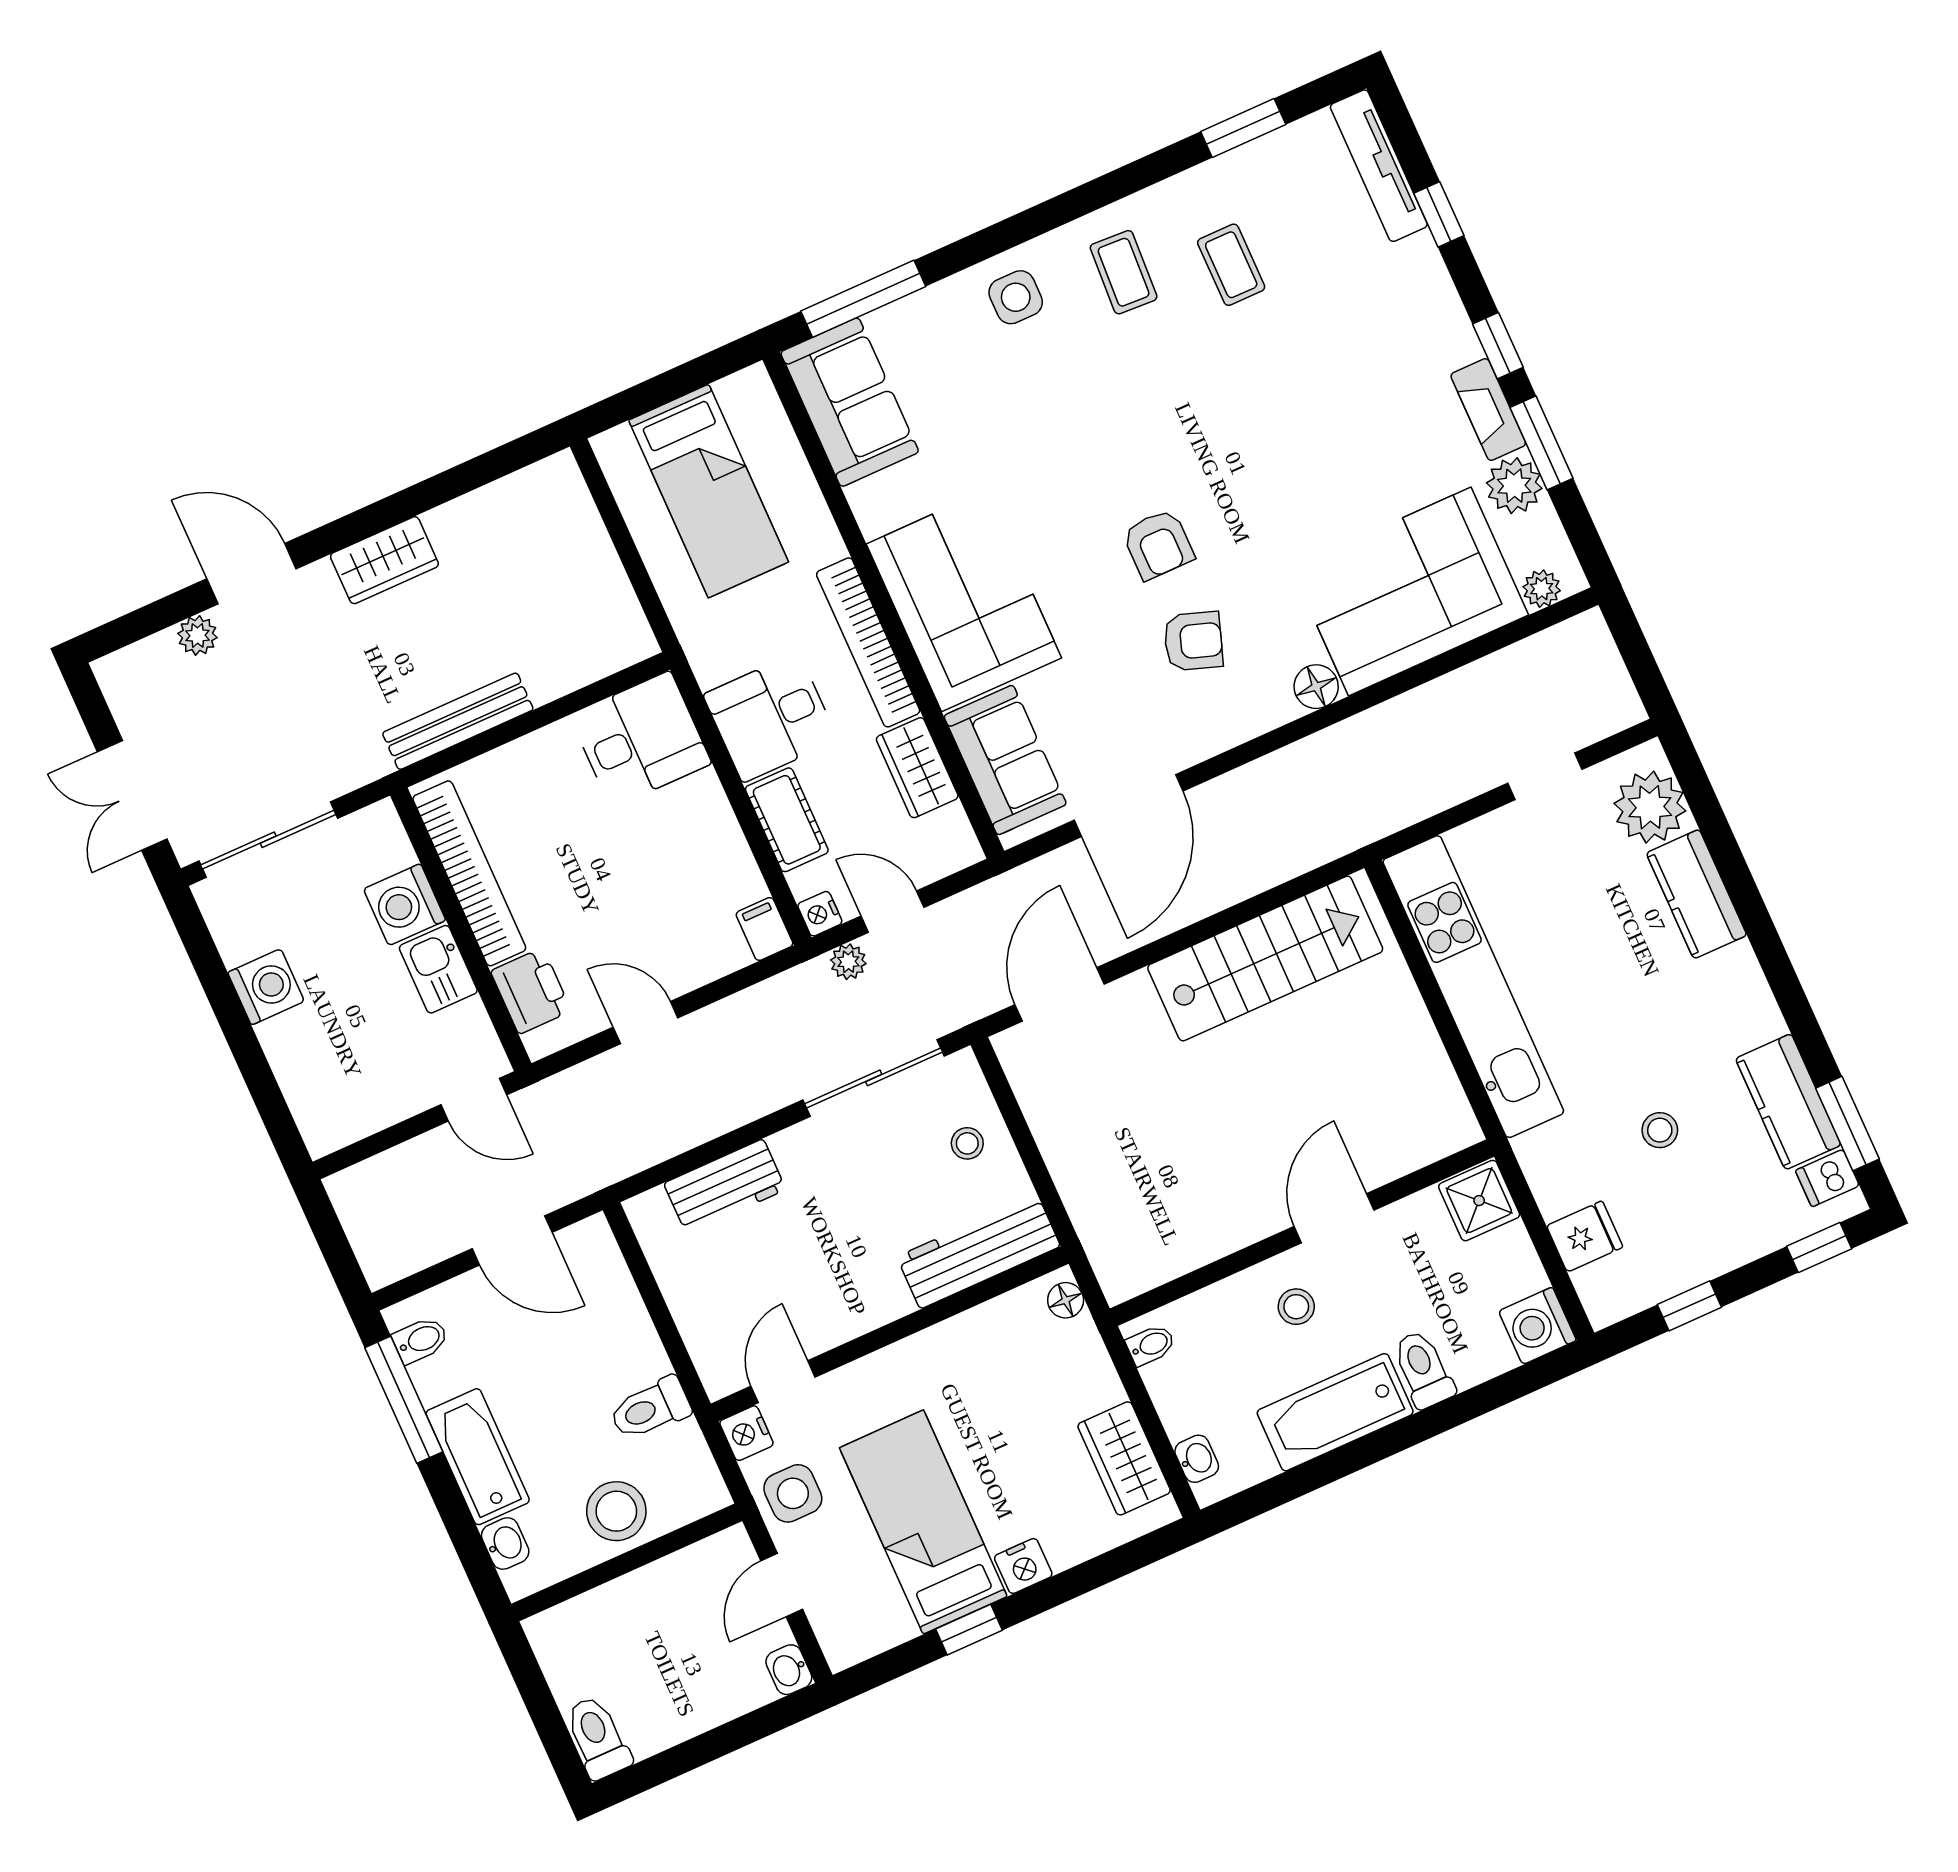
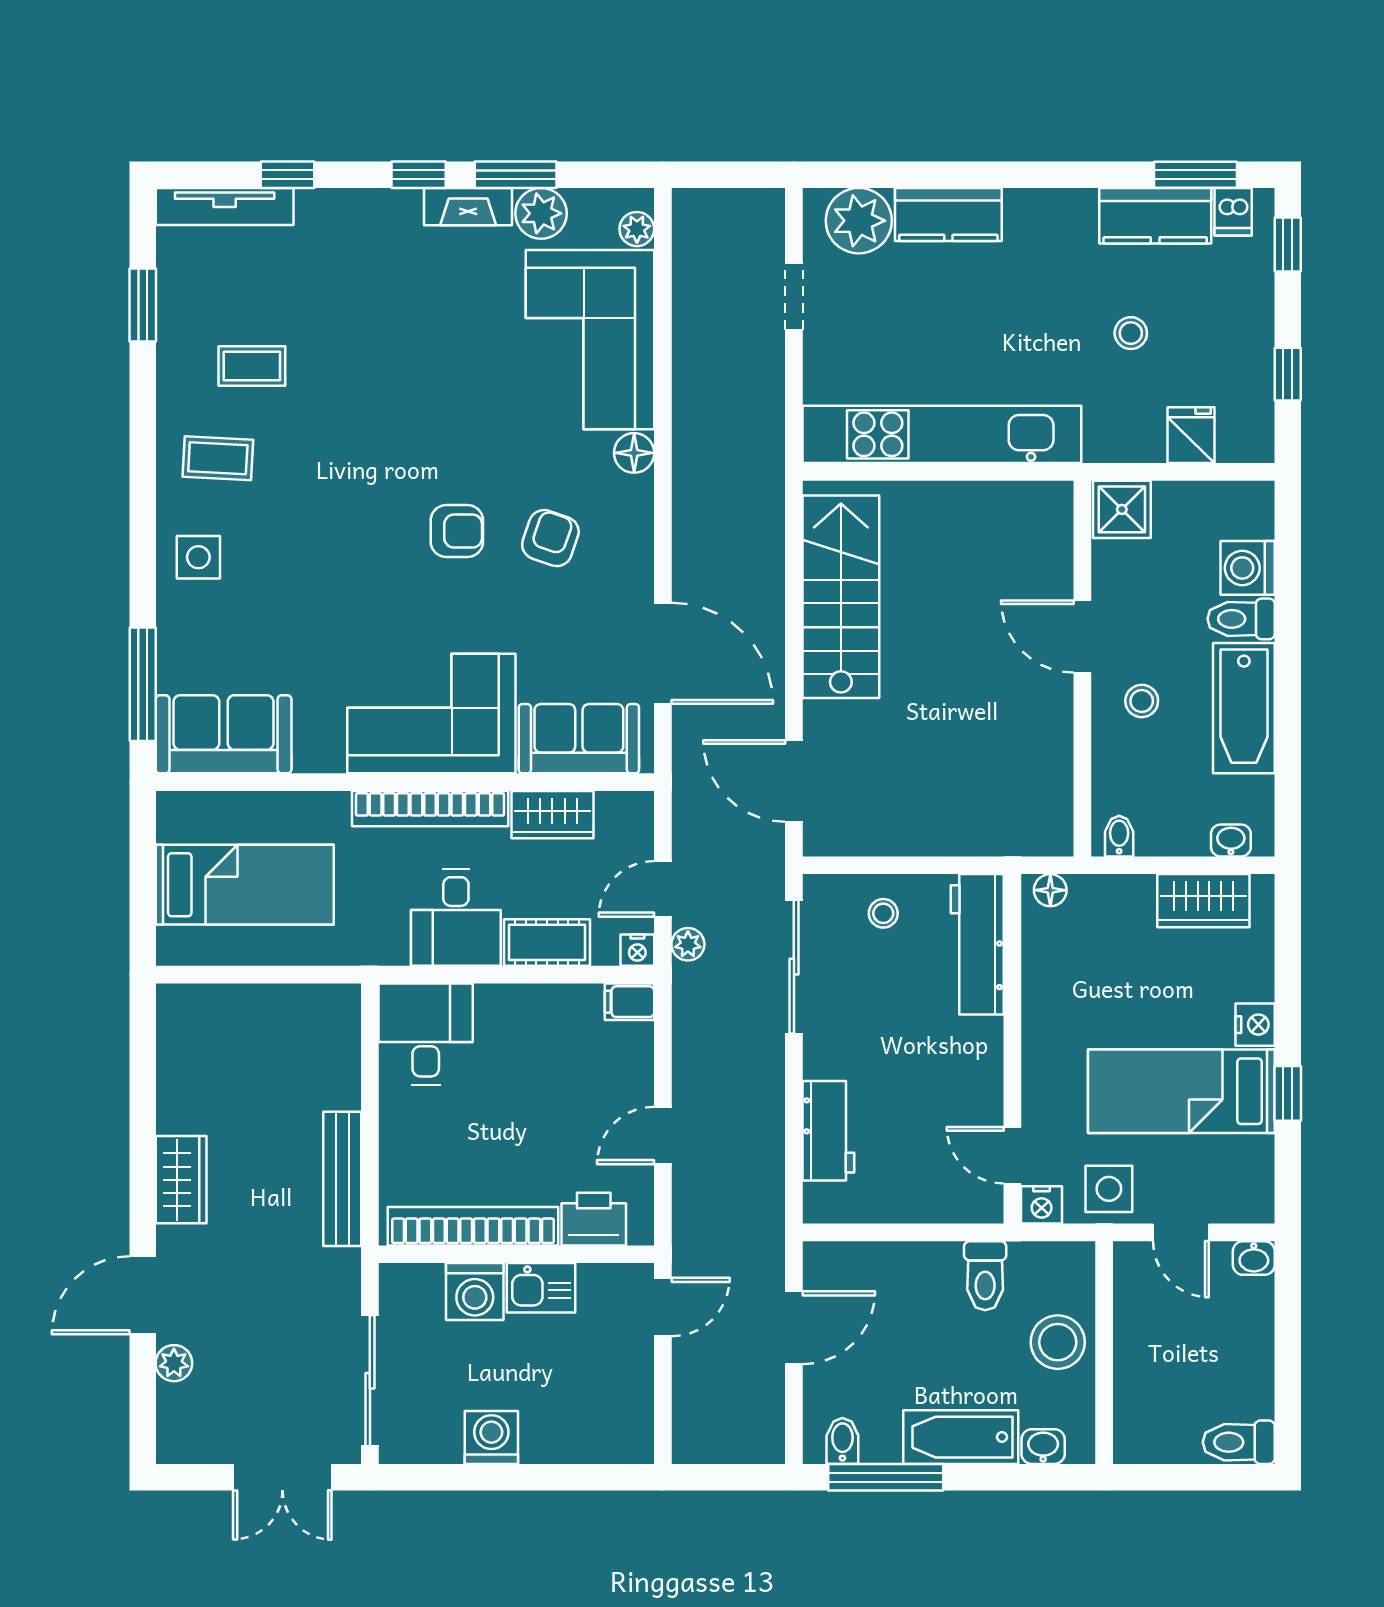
washing machine: (1538, 1326) -> (1248, 568), moved, turned 90

